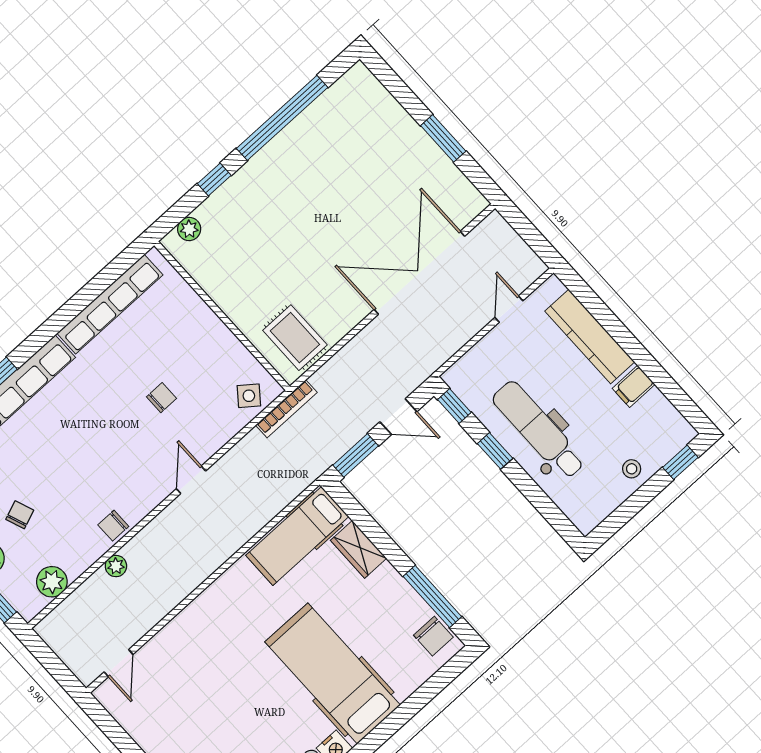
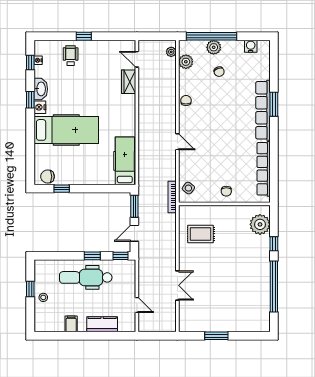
plant: (189, 229) -> (260, 224), width x1.88, depth x1.88
double door: (419, 273) -> (177, 285), width x0.54
kitchen counter: (590, 337) -> (102, 324), width x0.67
rug: (295, 338) -> (201, 234), moved
chair: (161, 398) -> (226, 191), moved
dental chair: (539, 430) -> (86, 277), turned 180
window: (680, 462) -> (30, 289), moved
wardrobe: (358, 549) -> (129, 82), moved, turned -90
plant: (116, 566) -> (171, 52), moved
window: (432, 596) -> (62, 189), width x0.46

